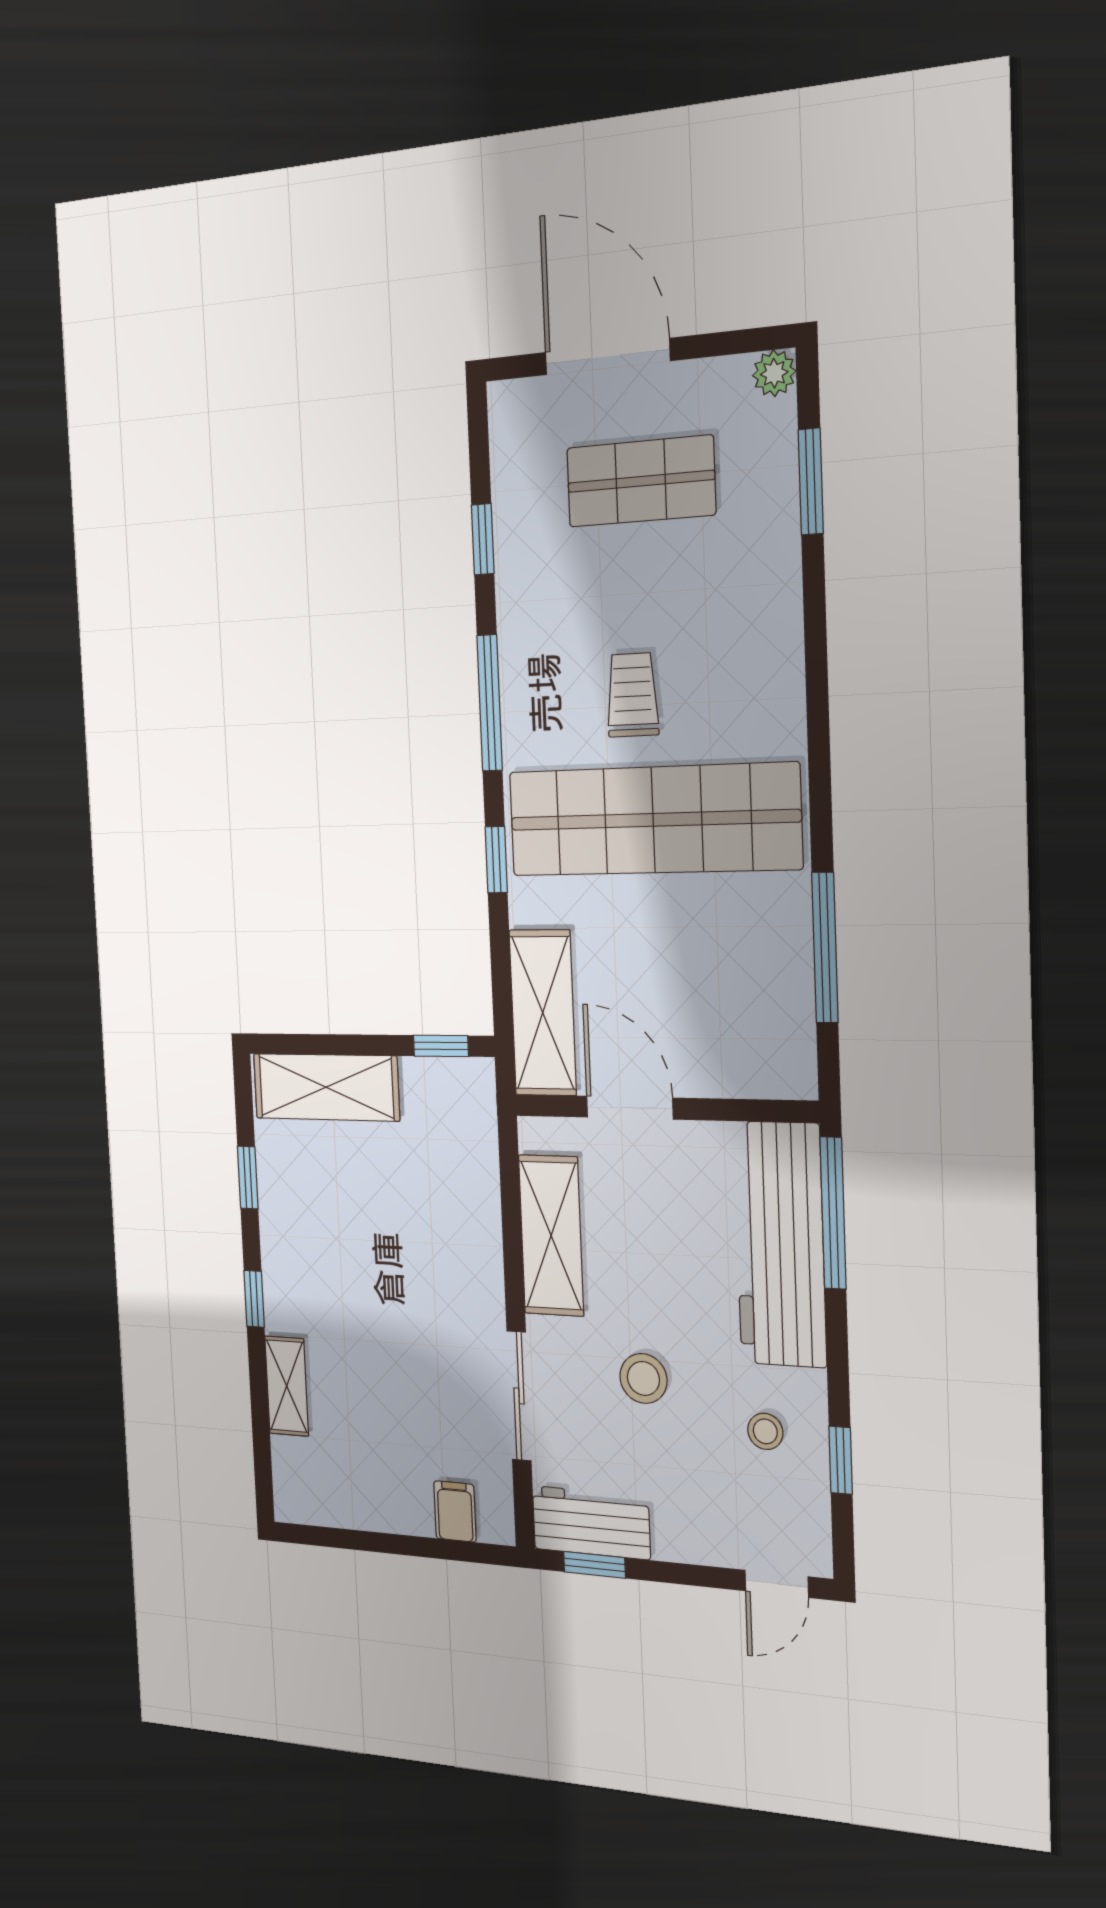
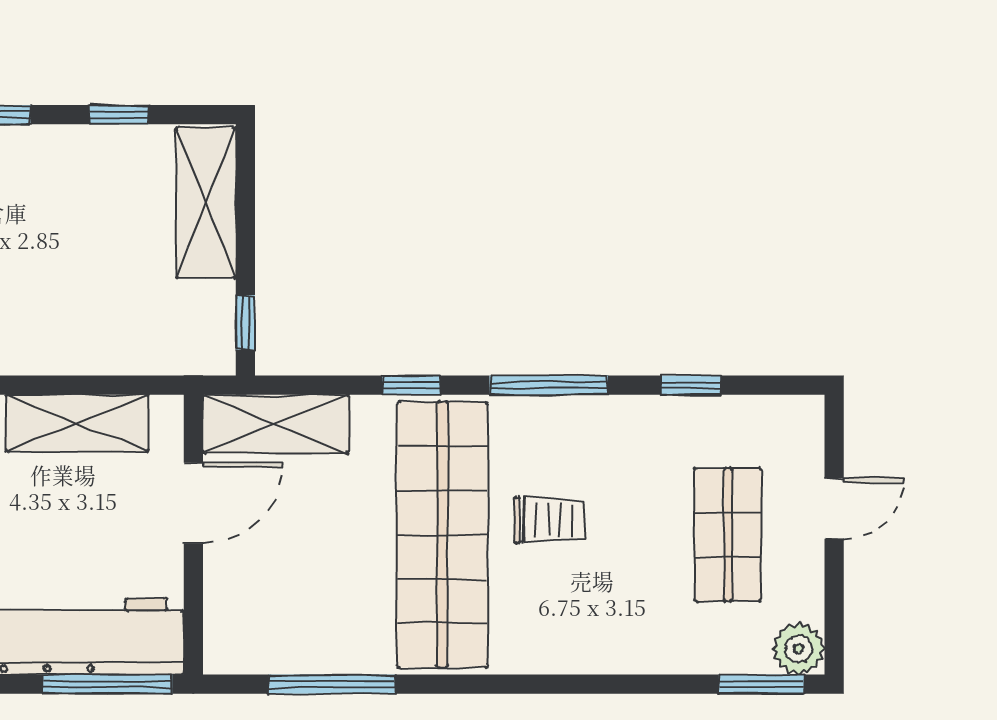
door: (607, 357) -> (834, 508), width x0.53
plant: (774, 373) -> (799, 649), width x1.38, depth x1.38
window: (811, 482) -> (762, 684), moved

